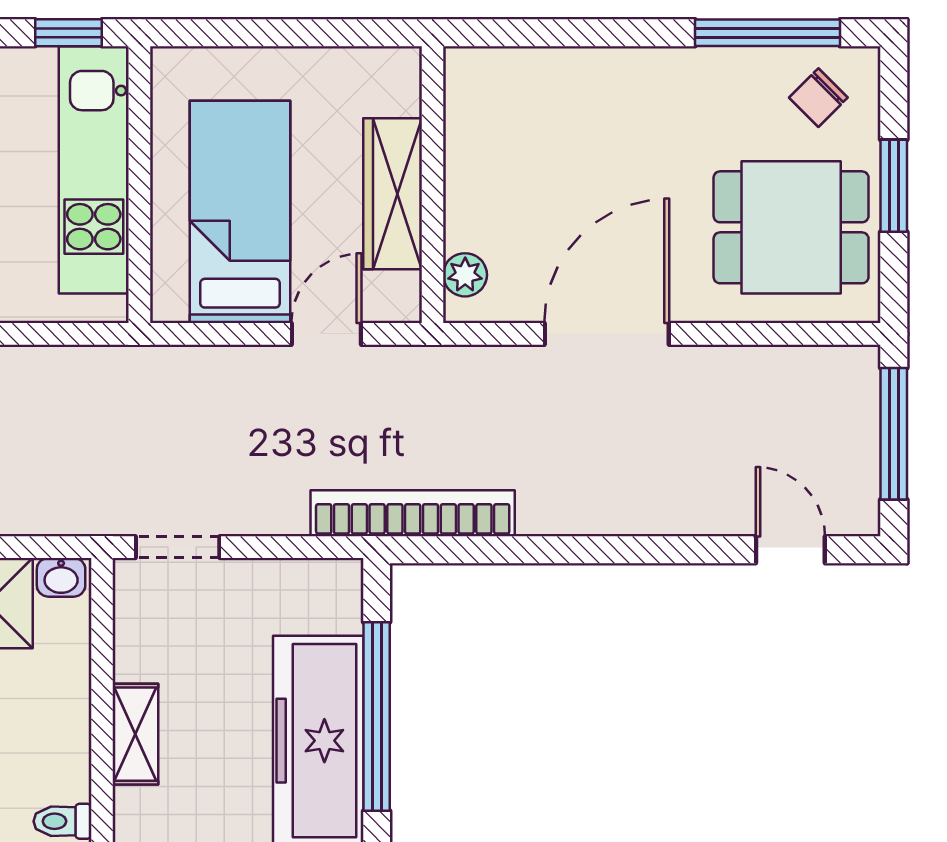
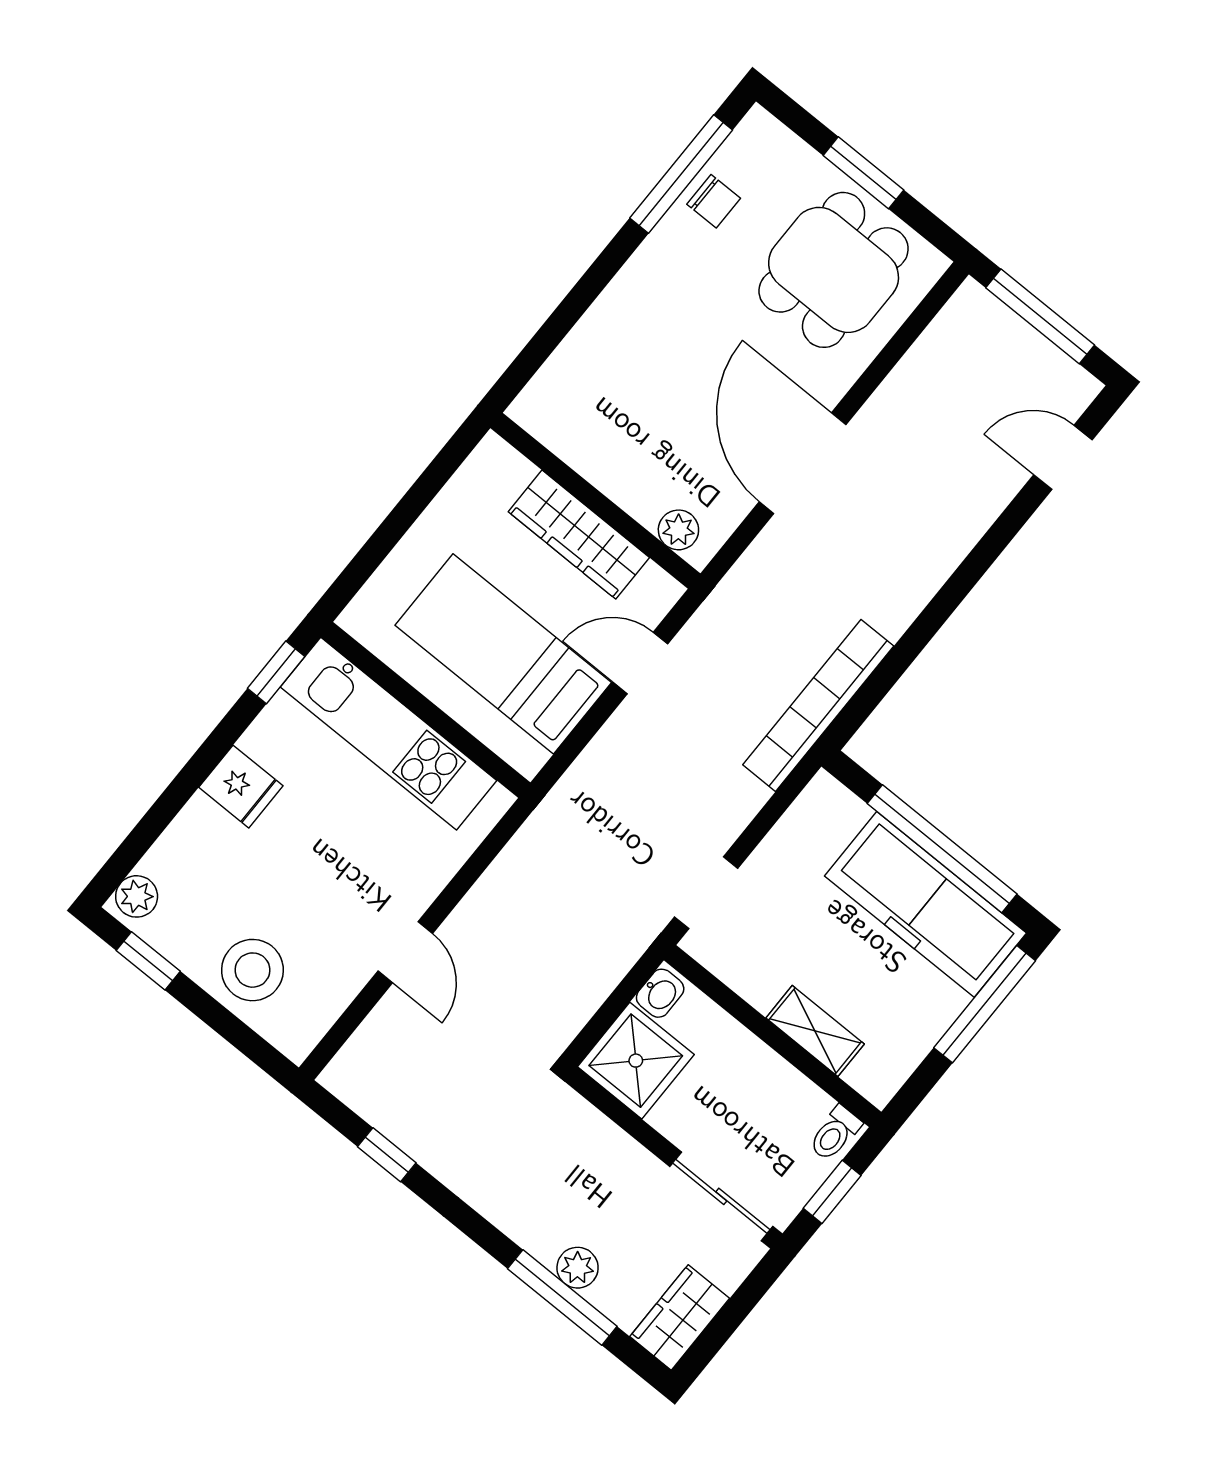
chair: (818, 98) -> (714, 201), moved, turned -45
door: (326, 334) -> (640, 663), hinge flipped

